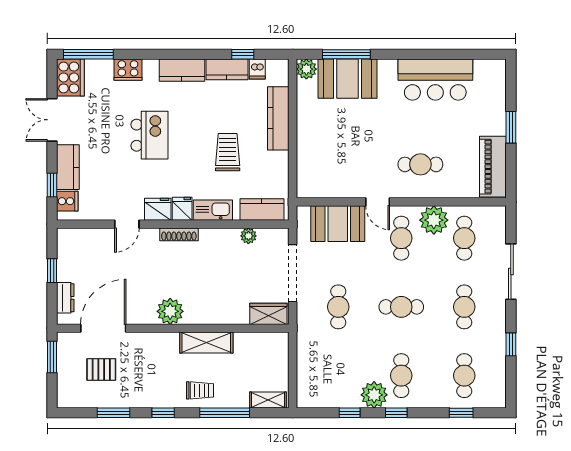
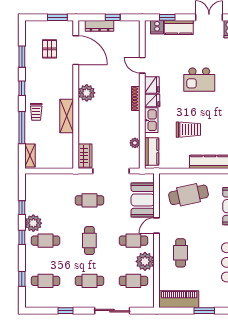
cafe table: (330, 152) -> (189, 195), added
dresser: (65, 298) -> (100, 26), width x1.44

